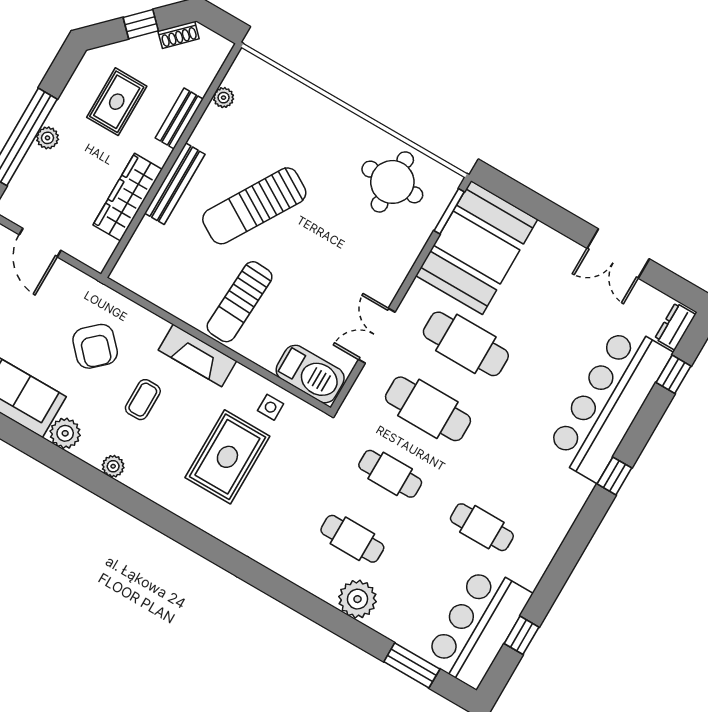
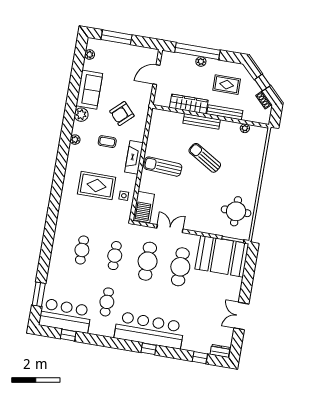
bench: (179, 119) -> (225, 112), width x1.36
sun lounger: (254, 206) -> (205, 158), width x0.73, depth x0.75
bar counter: (609, 402) -> (149, 330), moved
plant: (357, 599) -> (58, 261), removed

